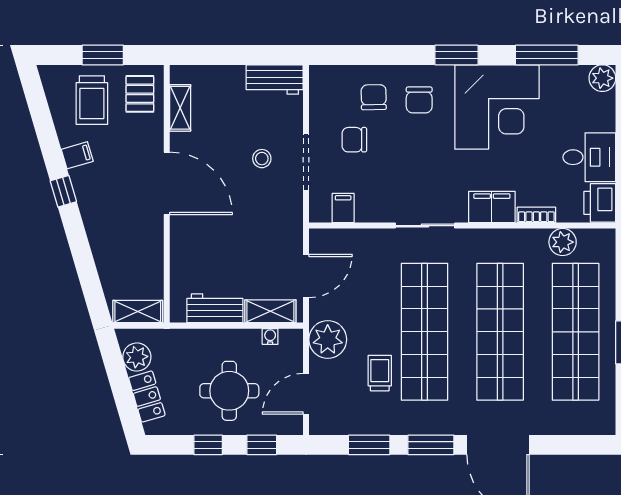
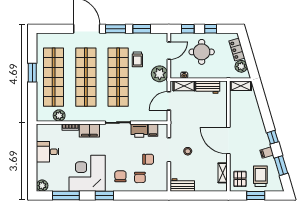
window: (44, 125) -> (281, 166), added
printer: (600, 203) -> (139, 131), moved, turned 90

